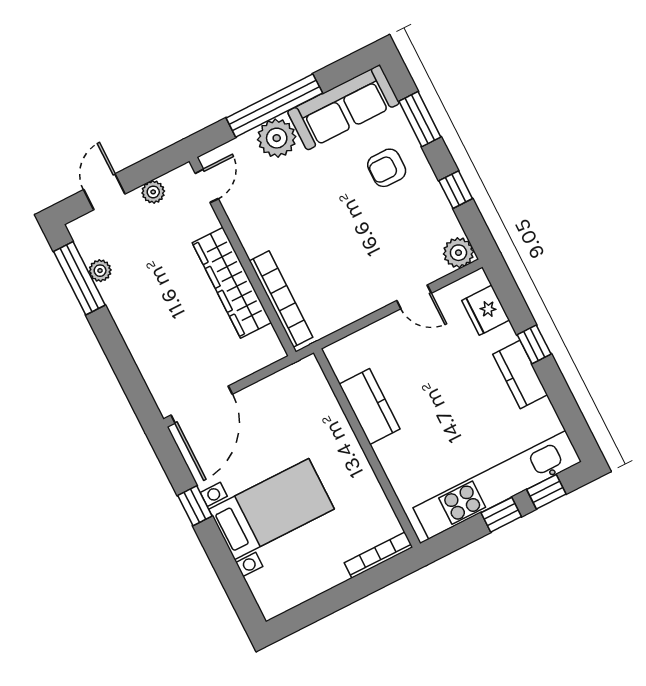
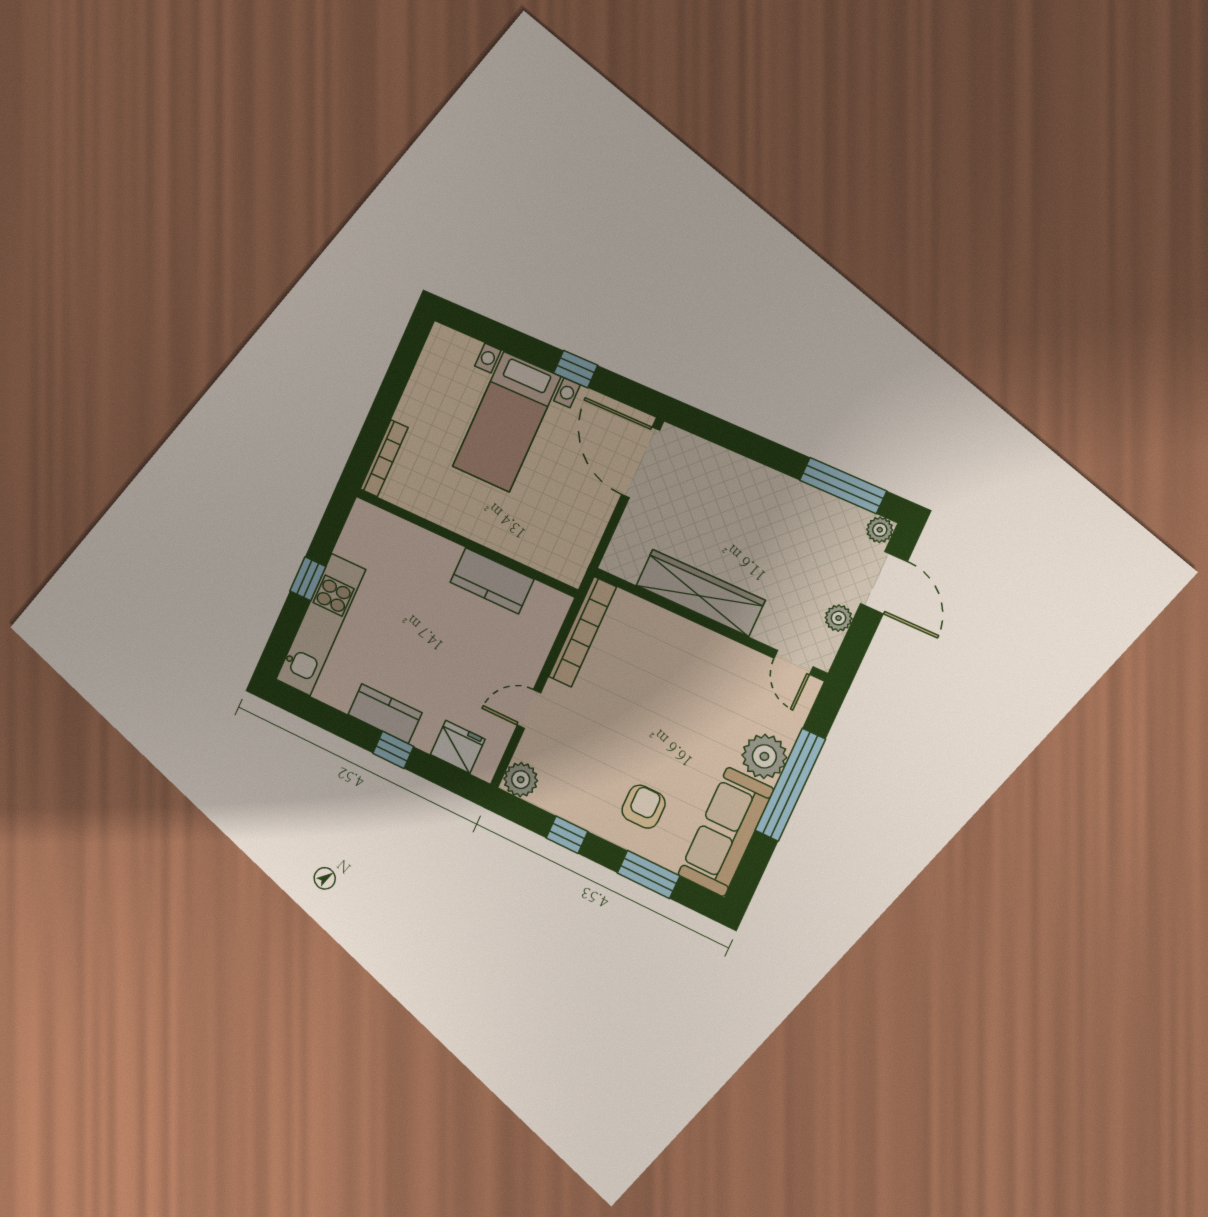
door: (104, 192) -> (884, 583), width x1.37
plant: (100, 271) -> (880, 530), moved
bookcase: (281, 299) -> (583, 632), moved, turned -90
kitchen unit: (497, 485) -> (321, 625), width x0.73
window: (546, 492) -> (285, 629), removed

